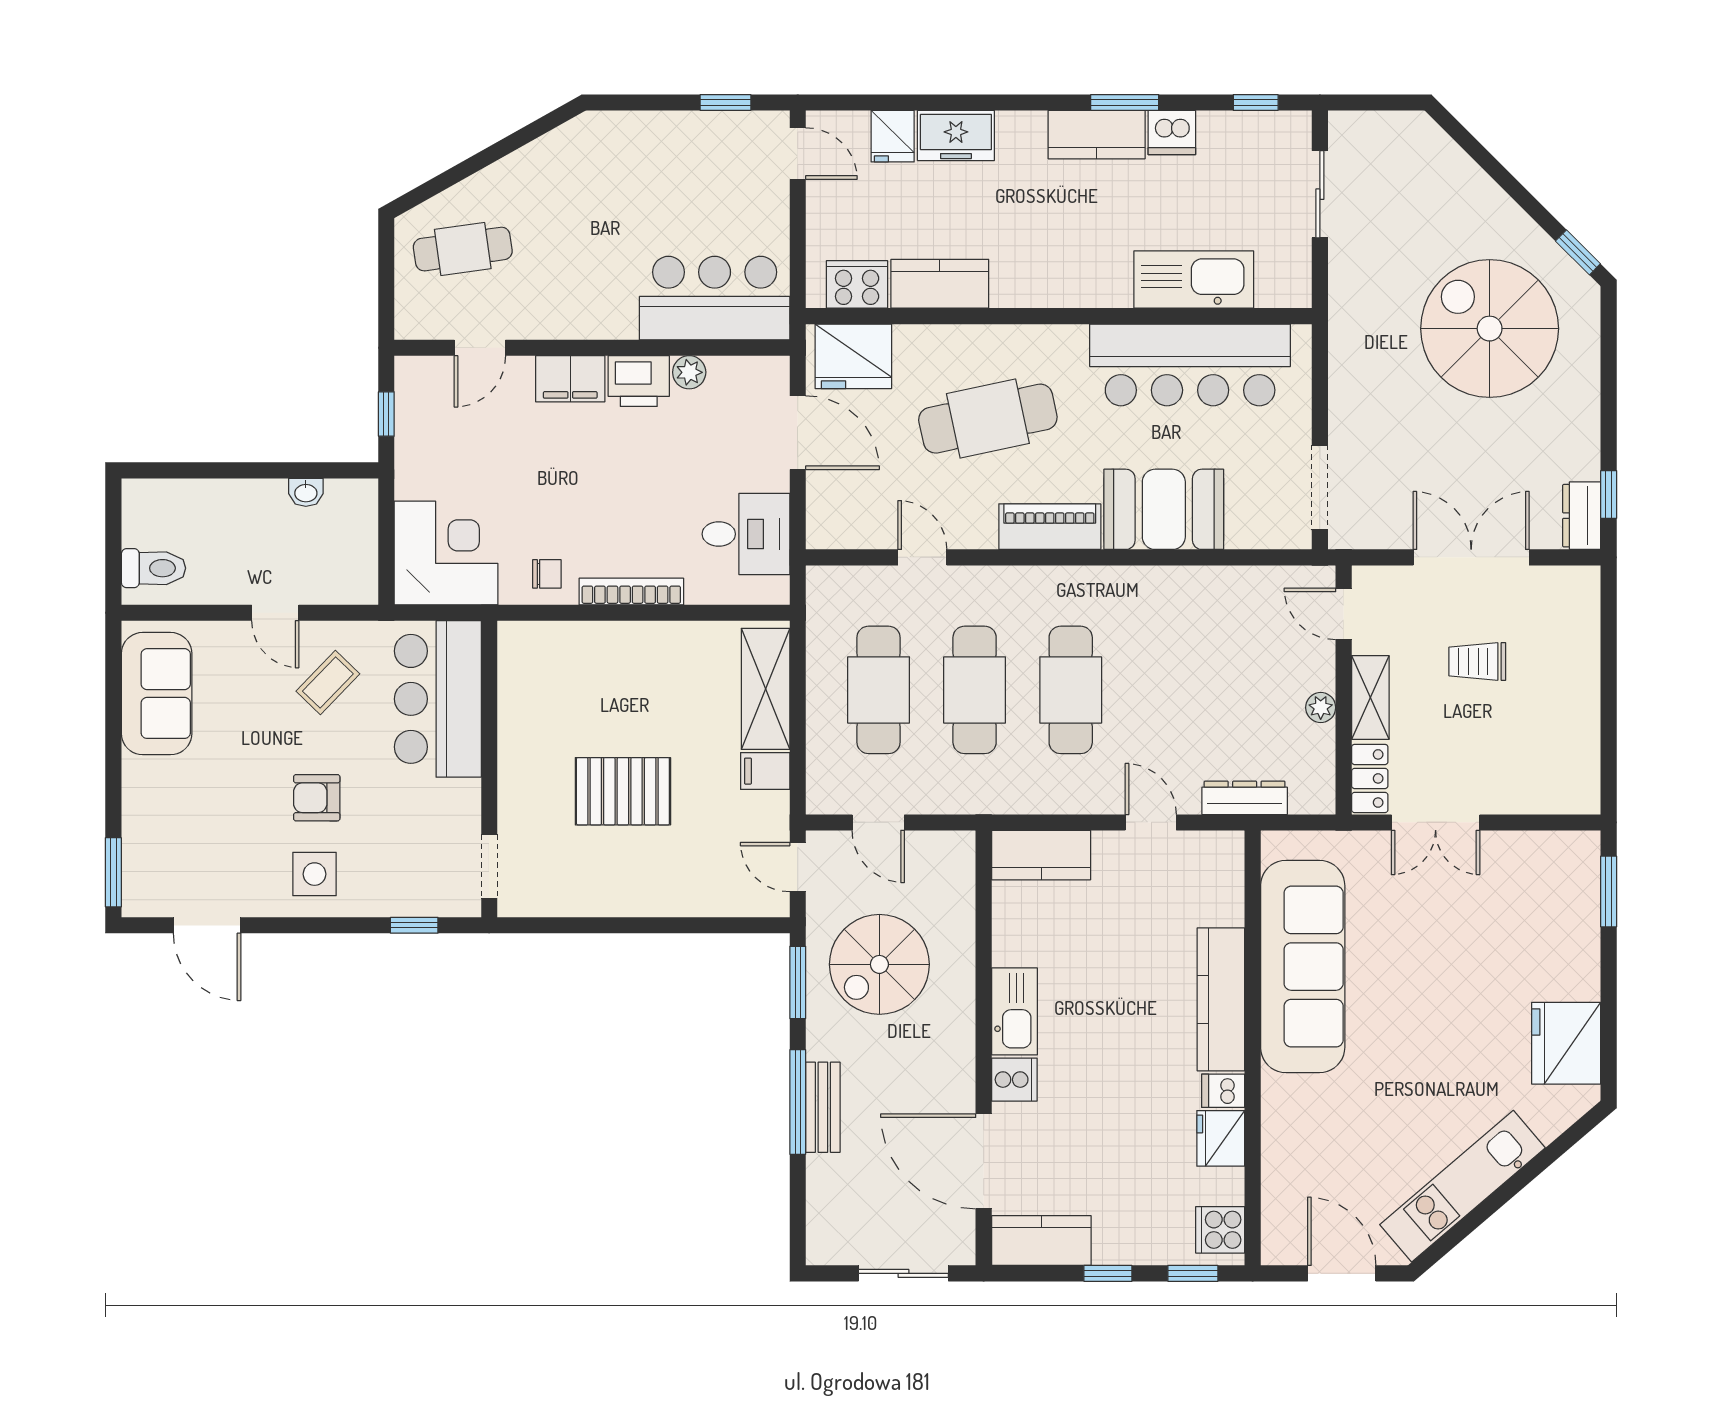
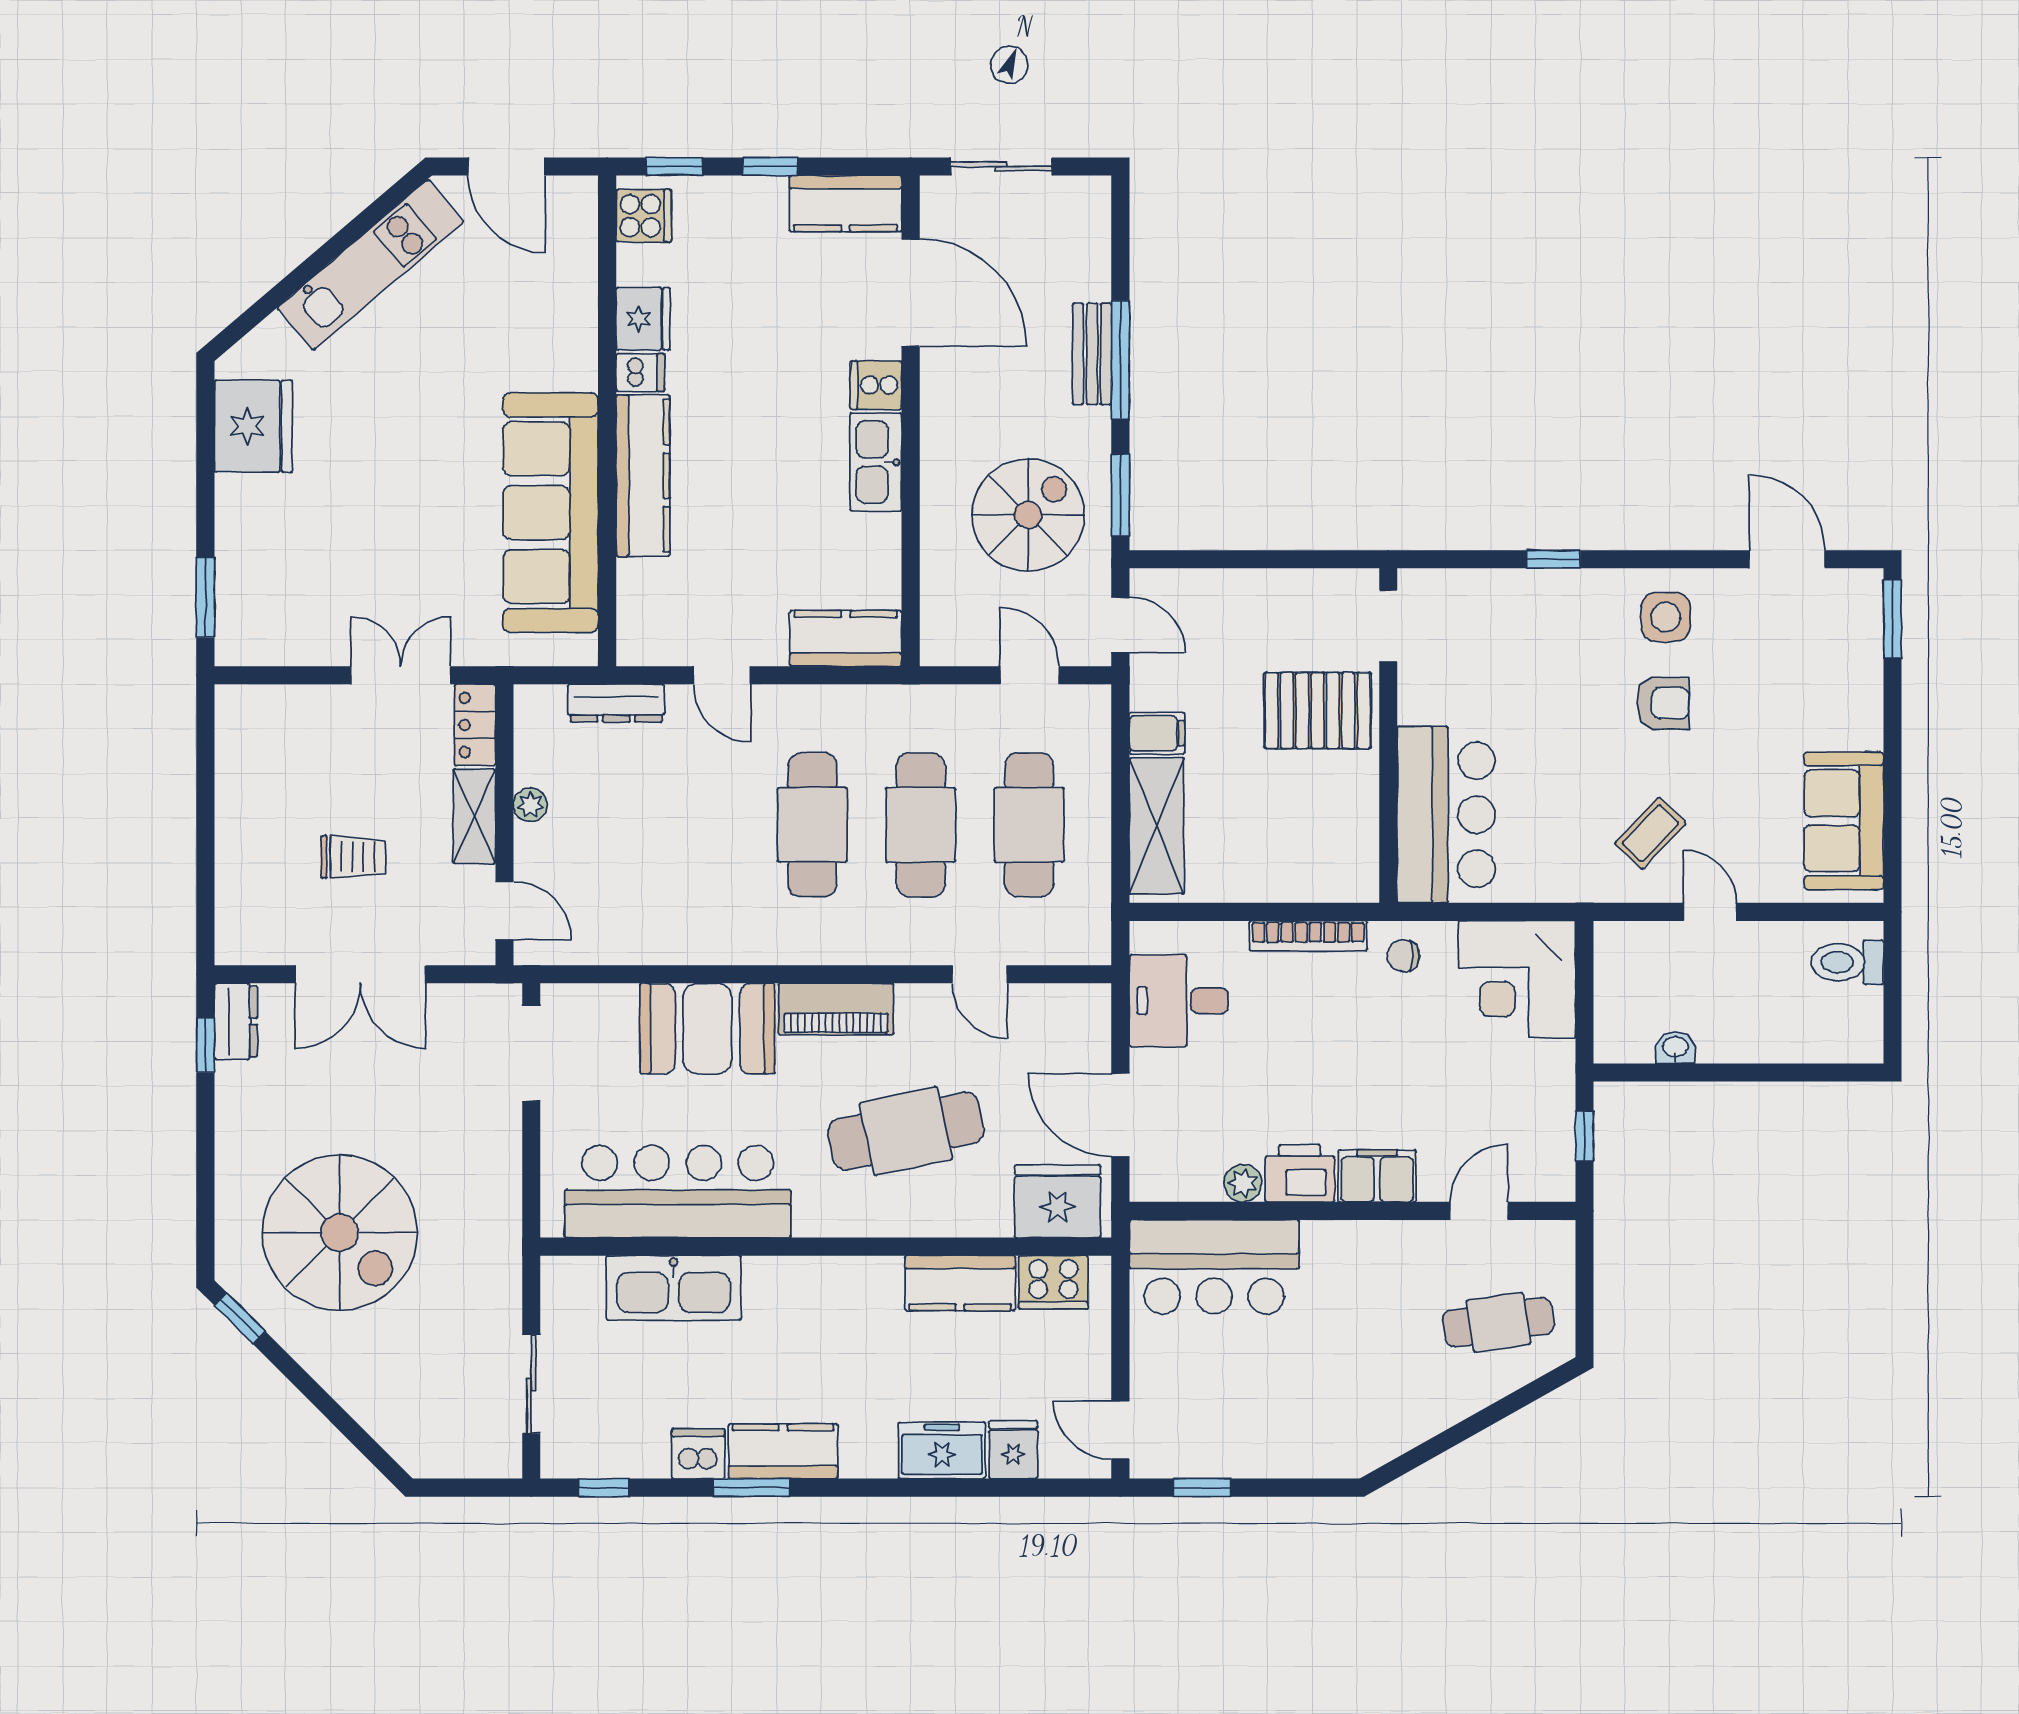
bar counter: (438, 699) -> (1446, 815), moved
wall: (489, 769) -> (1388, 736), moved
doorway: (489, 866) -> (1388, 626), moved

